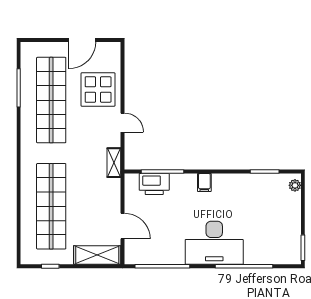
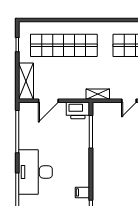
filing cabinet: (204, 182) -> (82, 192), moved
printer: (154, 184) -> (78, 110), moved, turned -90

